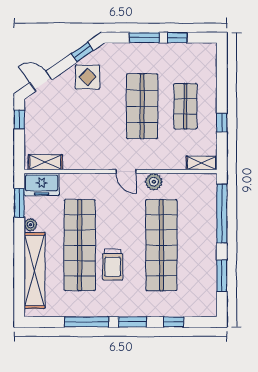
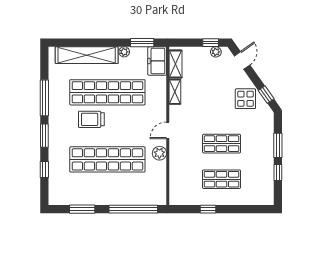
shop shelf: (142, 106) -> (222, 144), width x0.70, depth x0.74
plant: (31, 113) -> (216, 52), added
shelving: (202, 163) -> (175, 92), moved

